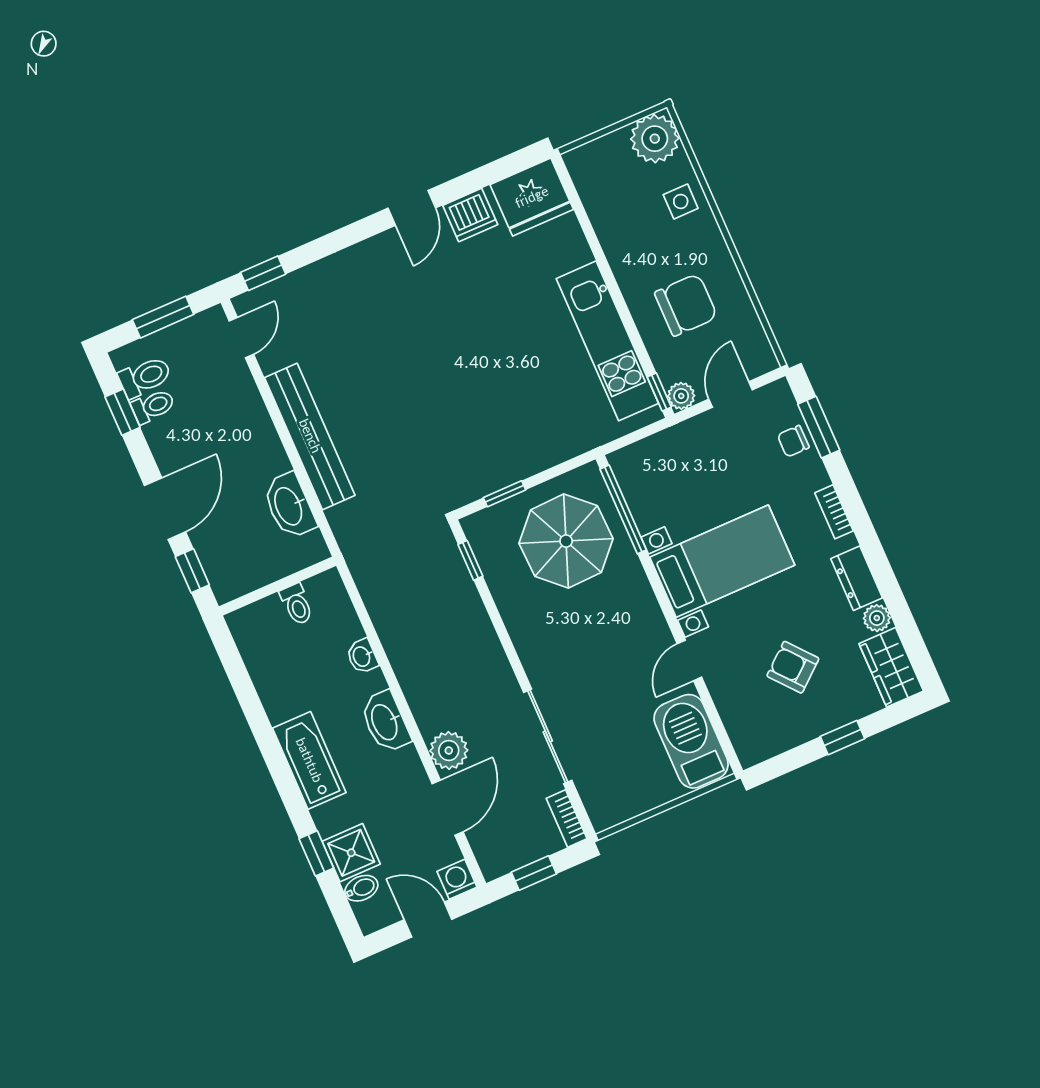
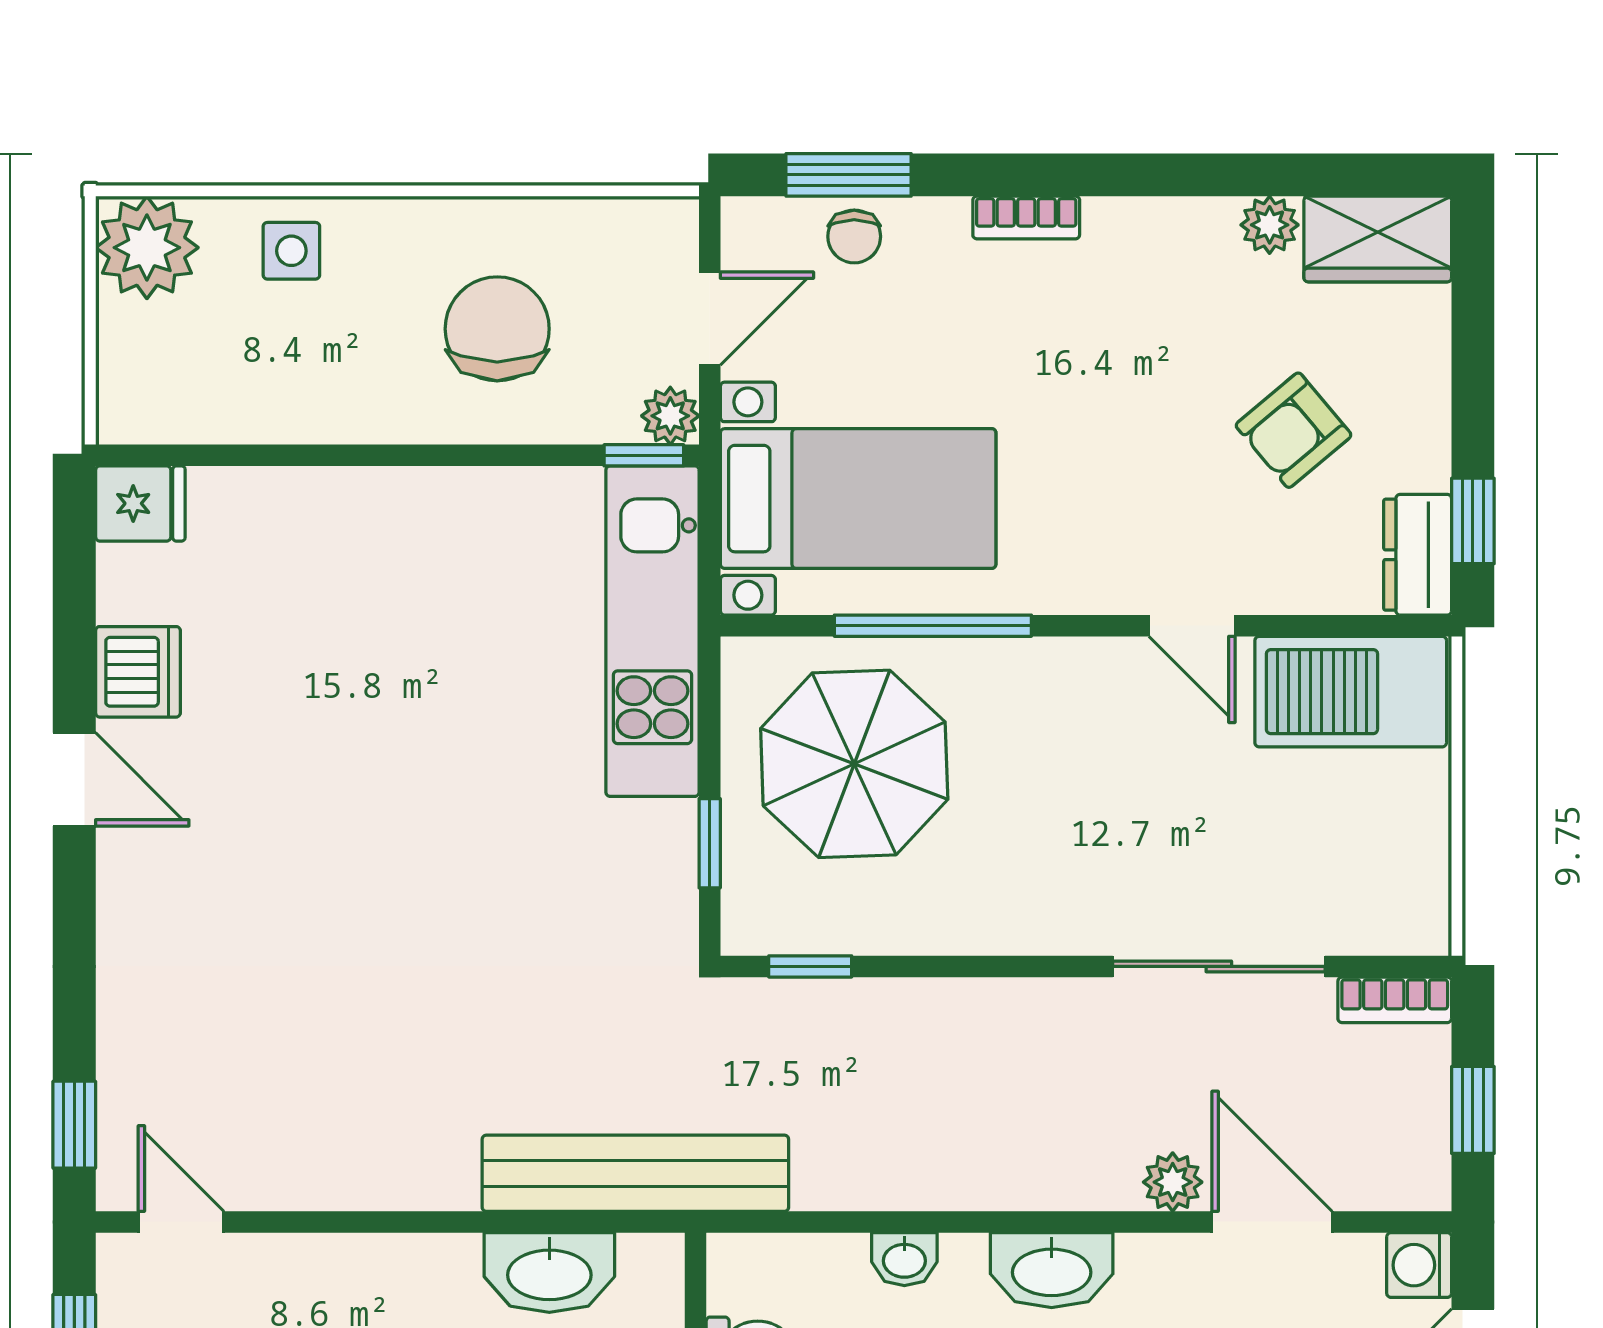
fridge: (532, 197) -> (140, 503), width x0.53, depth x0.75
kitchen unit: (607, 341) -> (652, 631), moved, turned 90
door: (731, 394) -> (710, 318), swing flipped
bench: (310, 436) -> (635, 1173), moved
window: (623, 509) -> (933, 626), moved
bed with nightstands: (722, 561) -> (858, 499), moved, turned 90
dresser: (857, 578) -> (1418, 555), moved, turned 90
window: (842, 738) -> (1473, 521), moved
plant: (449, 750) -> (1173, 1182), width x0.73, depth x0.73

